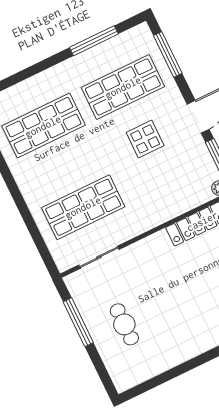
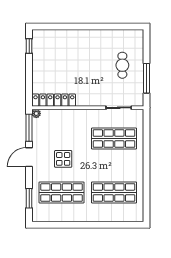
window: (94, 41) -> (65, 225), removed
window: (168, 54) -> (29, 198), width x0.69

